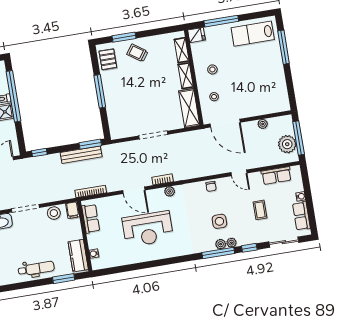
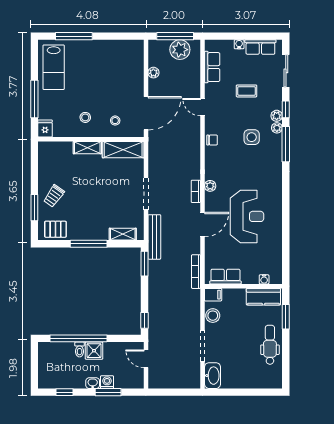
shelving: (182, 50) -> (123, 234), moved
bench: (81, 155) -> (154, 237), moved
door: (239, 173) -> (202, 107), swing flipped
plant: (221, 244) -> (277, 116), moved

